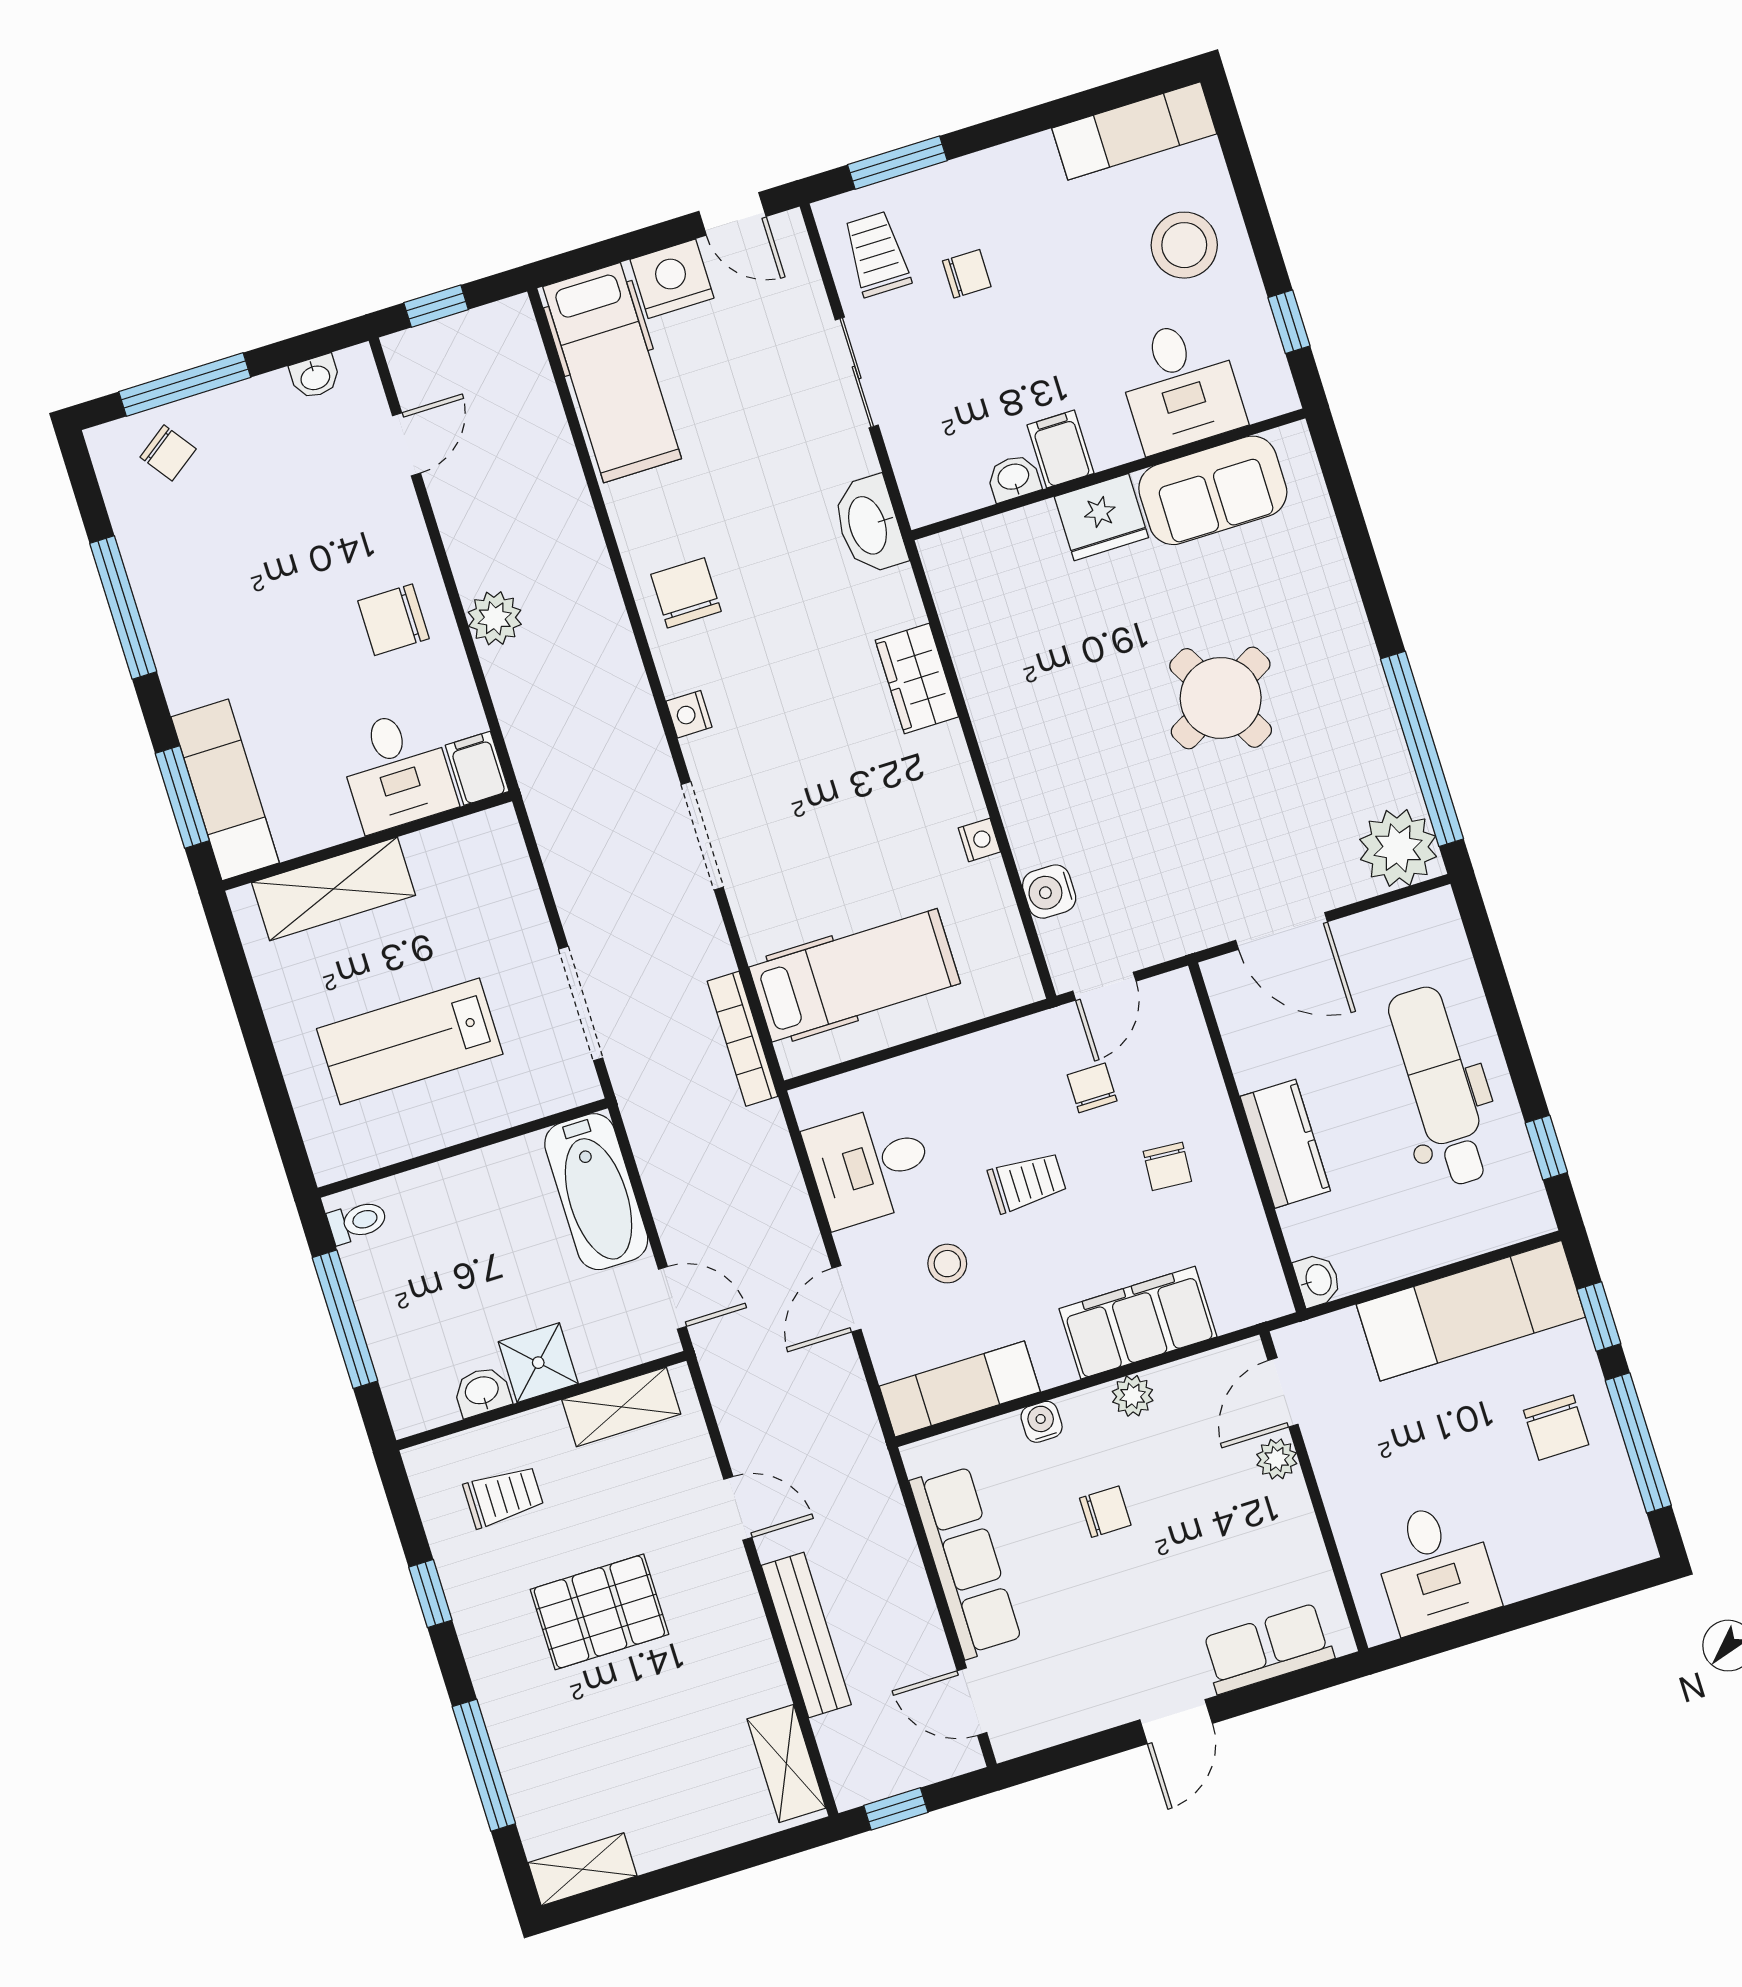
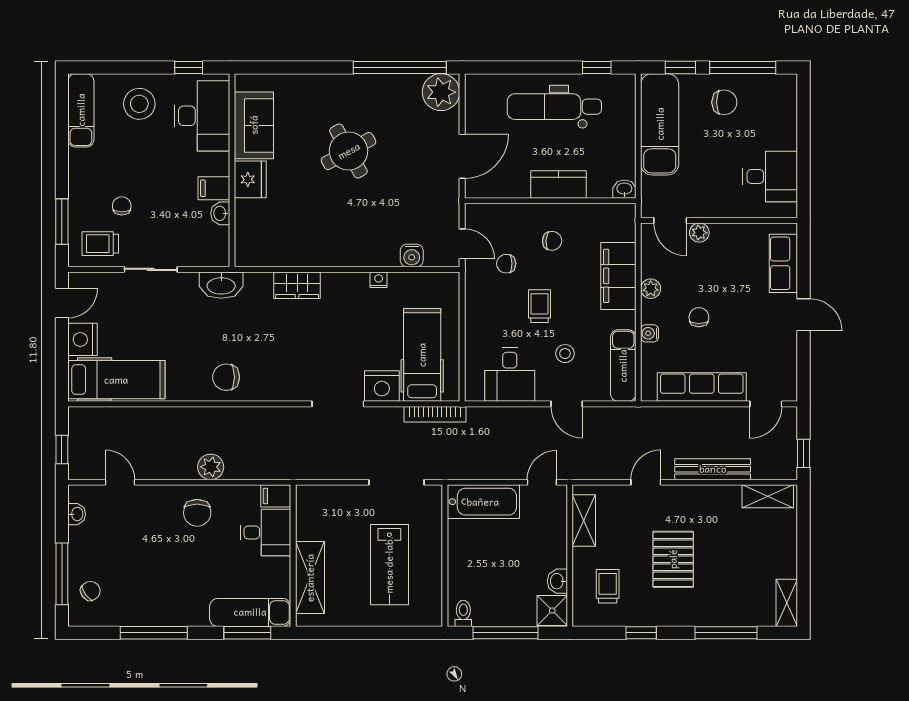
desk: (1180, 385) -> (202, 116), width x1.37
nightstand: (689, 714) -> (382, 386), moved, width x1.89, depth x1.79
shower: (538, 1363) -> (552, 611), moved

